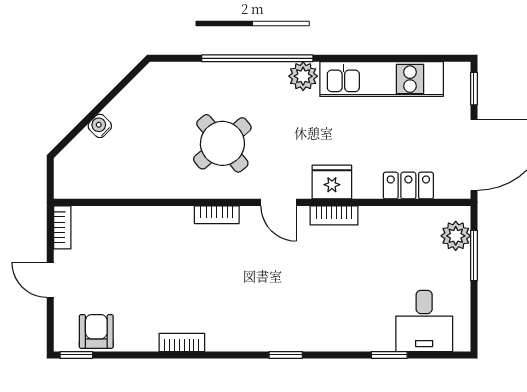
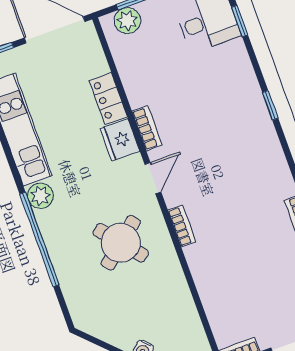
locker: (408, 186) -> (108, 99), moved
window: (286, 355) -> (270, 105), moved
window: (389, 355) -> (240, 21), moved

